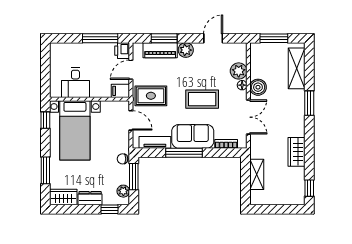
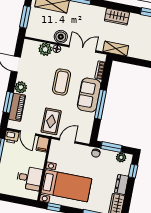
tv unit: (155, 142) -> (88, 125), removed
shelving: (257, 174) -> (116, 49), moved

